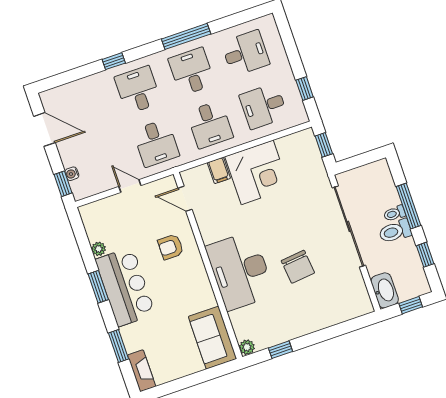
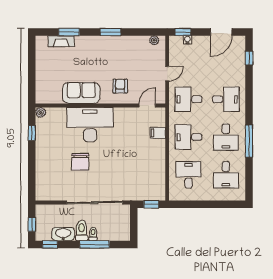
window: (114, 61) -> (249, 58), moved
desk: (192, 71) -> (226, 137), turned 90
window: (305, 89) -> (191, 204), removed
corner desk: (257, 172) -> (148, 157), removed
plant: (99, 249) -> (154, 40), moved
window: (425, 255) -> (50, 244), moved
chair: (298, 267) -> (80, 162), turned -84
bar counter: (125, 287) -> (105, 49), removed
washbasin: (385, 290) -> (63, 234), moved, turned 180
sofa: (212, 338) -> (81, 93), moved
fireplace: (142, 371) -> (61, 41), moved

